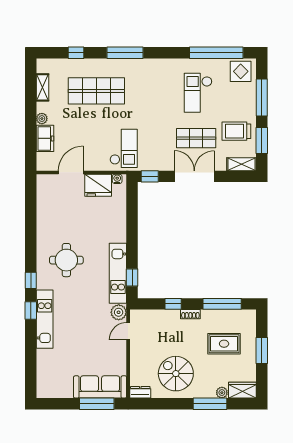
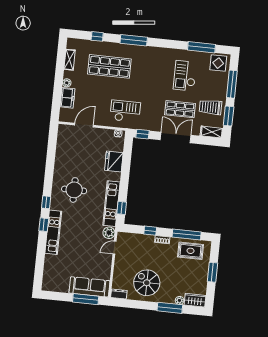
window: (216, 53) -> (201, 47), width x0.68
checkout: (124, 148) -> (125, 111), turned -90
fridge: (98, 185) -> (114, 161), moved, turned 90
rug: (224, 344) -> (190, 251), moved

